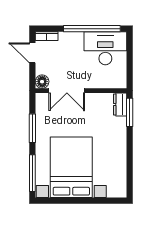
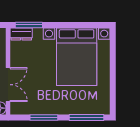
bed with nightstands: (71, 167) -> (77, 57), moved, turned -90

